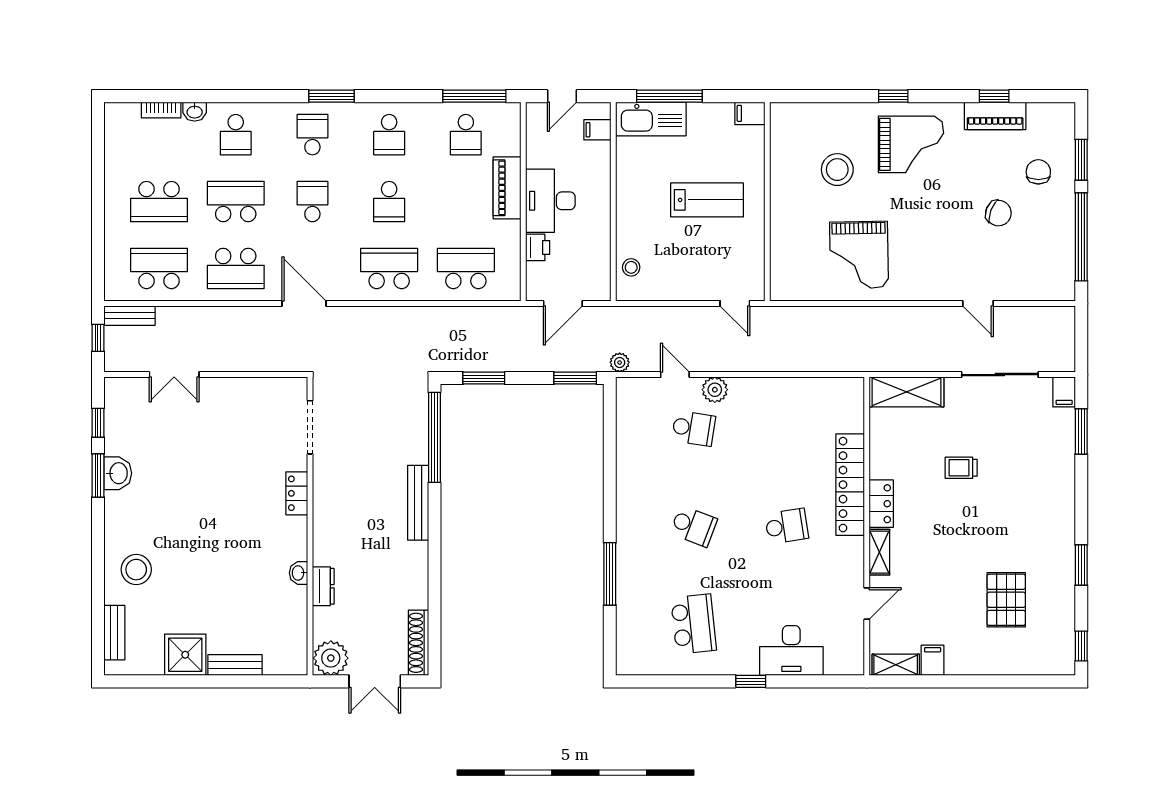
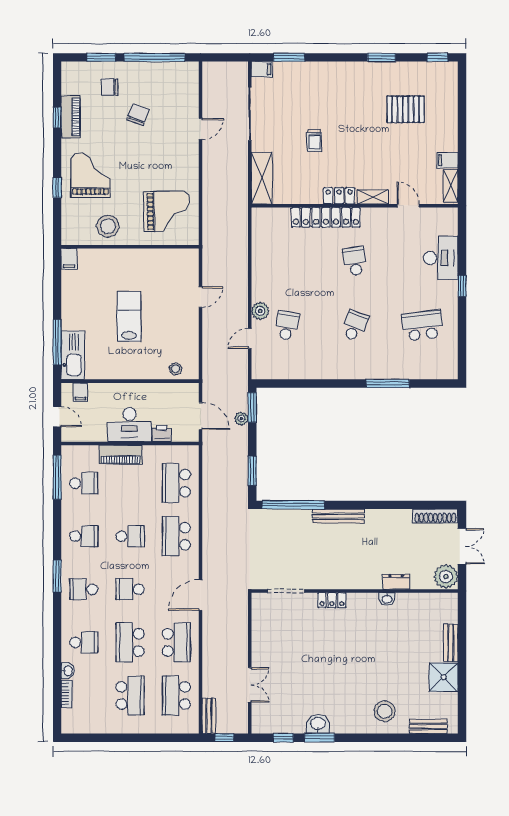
filing cabinet: (750, 113) -> (69, 259), moved
wall: (767, 202) -> (130, 247), moved
plant: (620, 362) -> (241, 419), moved

